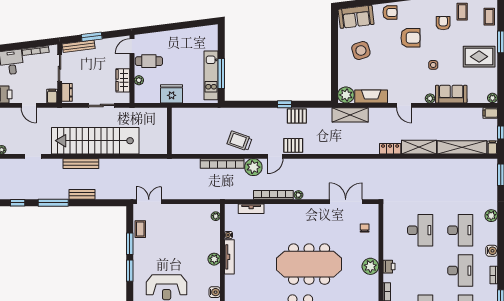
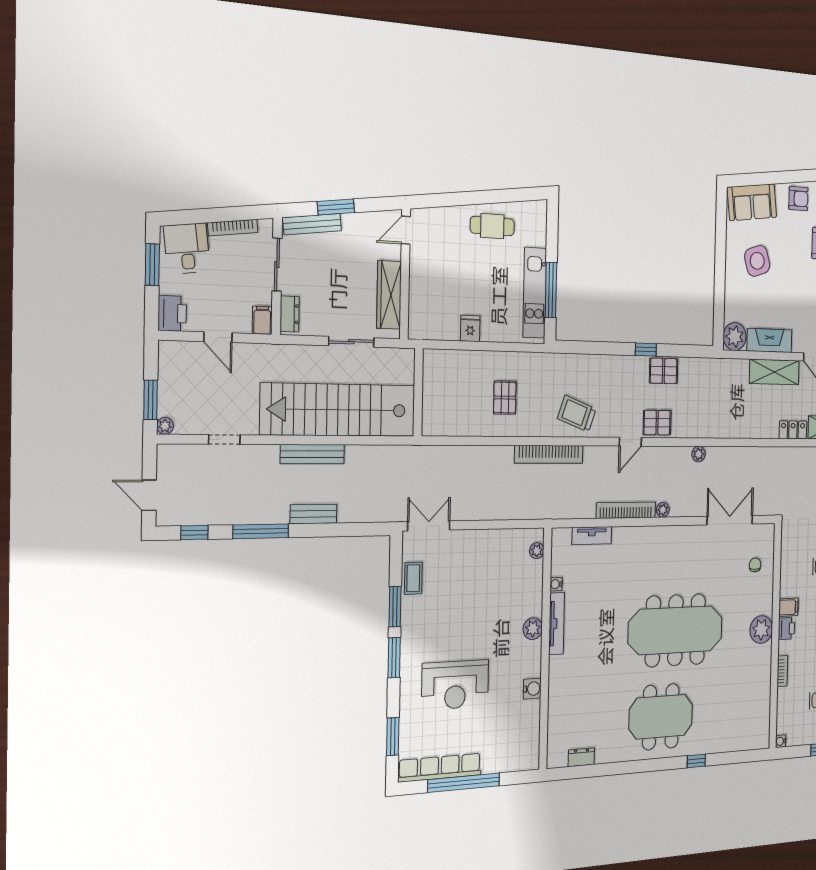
cafe table: (149, 61) -> (492, 226), moved
wardrobe: (123, 80) -> (389, 295), width x1.50
plant: (139, 80) -> (416, 296), removed
fridge: (172, 94) -> (470, 328), width x0.53, depth x0.75
shelving: (350, 115) -> (774, 372), moved
wall: (169, 131) -> (418, 392), moved
pallet: (194, 133) -> (505, 398), added
plant: (253, 167) -> (699, 454), moved, width x0.53, depth x0.53
filing cabinet: (390, 254) -> (788, 607), added

